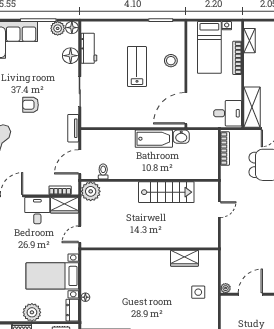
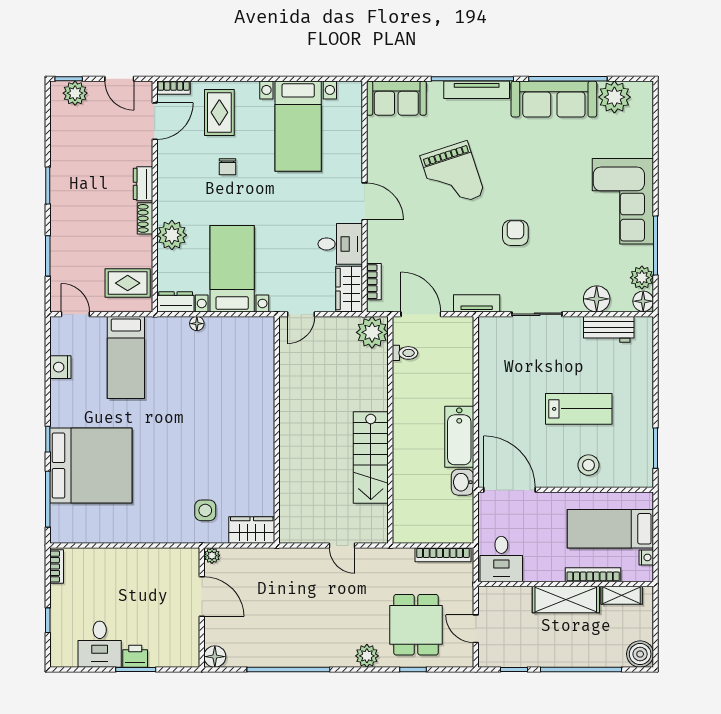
shelving: (252, 107) -> (566, 599), moved
door: (80, 234) -> (301, 314), swing flipped
wardrobe: (184, 258) -> (252, 530), moved, turned 90

